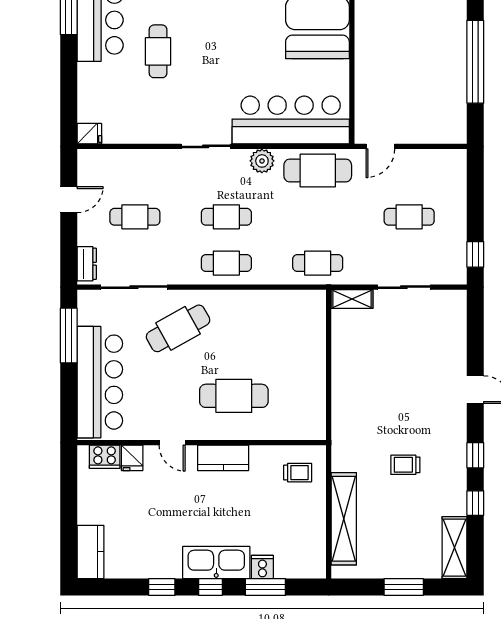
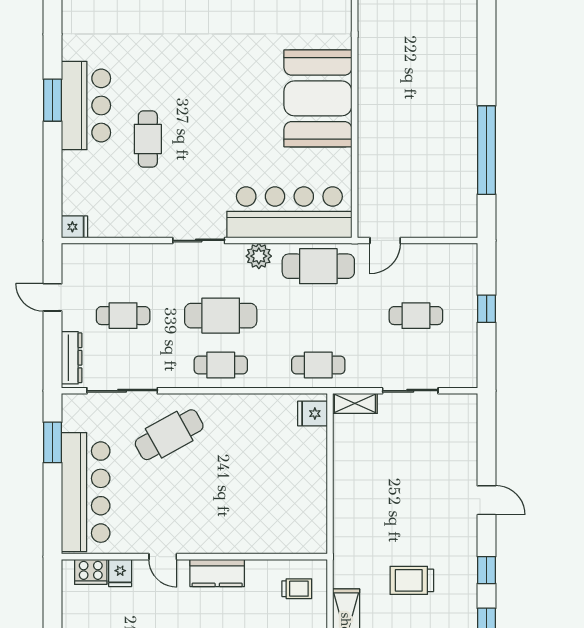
door: (69, 200) -> (52, 297), swing flipped
cafe table: (226, 217) -> (221, 316), width x1.37, depth x1.35
window: (475, 254) -> (487, 309), moved
dresser: (87, 264) -> (72, 358), width x1.44
fridge: (312, 309) -> (312, 414), added
window: (69, 336) -> (52, 442), width x0.69
cafe table: (234, 396) -> (229, 507), removed
trolley: (405, 465) -> (412, 580), width x1.36, depth x1.39

